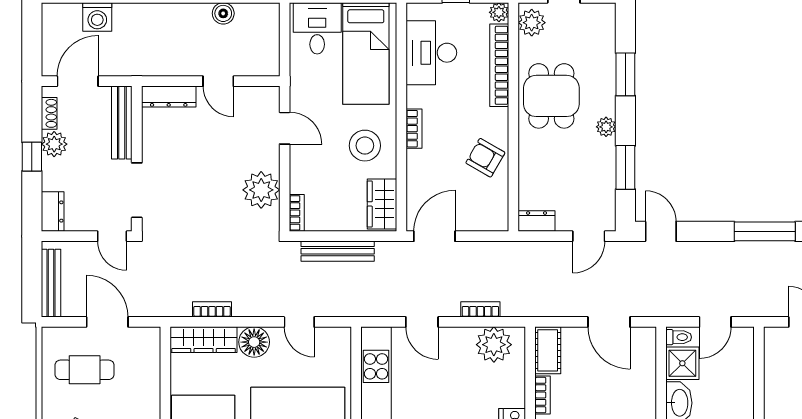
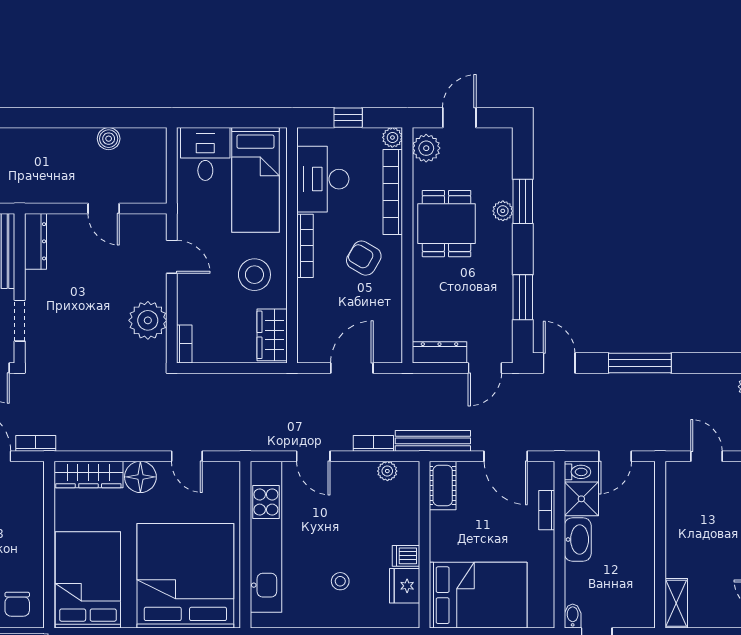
dresser: (169, 97) -> (35, 241), moved, turned -90
plant: (606, 127) -> (503, 211), moved
bookcase: (414, 129) -> (305, 246), width x1.56
armchair: (485, 158) -> (364, 258), moved
doorway: (137, 190) -> (20, 321), width x0.73
dresser: (537, 221) -> (440, 352), width x1.44
window: (765, 231) -> (640, 363), moved
door: (434, 236) -> (352, 368), moved
bench: (338, 251) -> (433, 441), moved
bookcase: (212, 309) -> (36, 443), moved
plant: (494, 345) -> (387, 471), width x0.53, depth x0.53
bookcase: (542, 395) -> (547, 510), moved, turned 180

